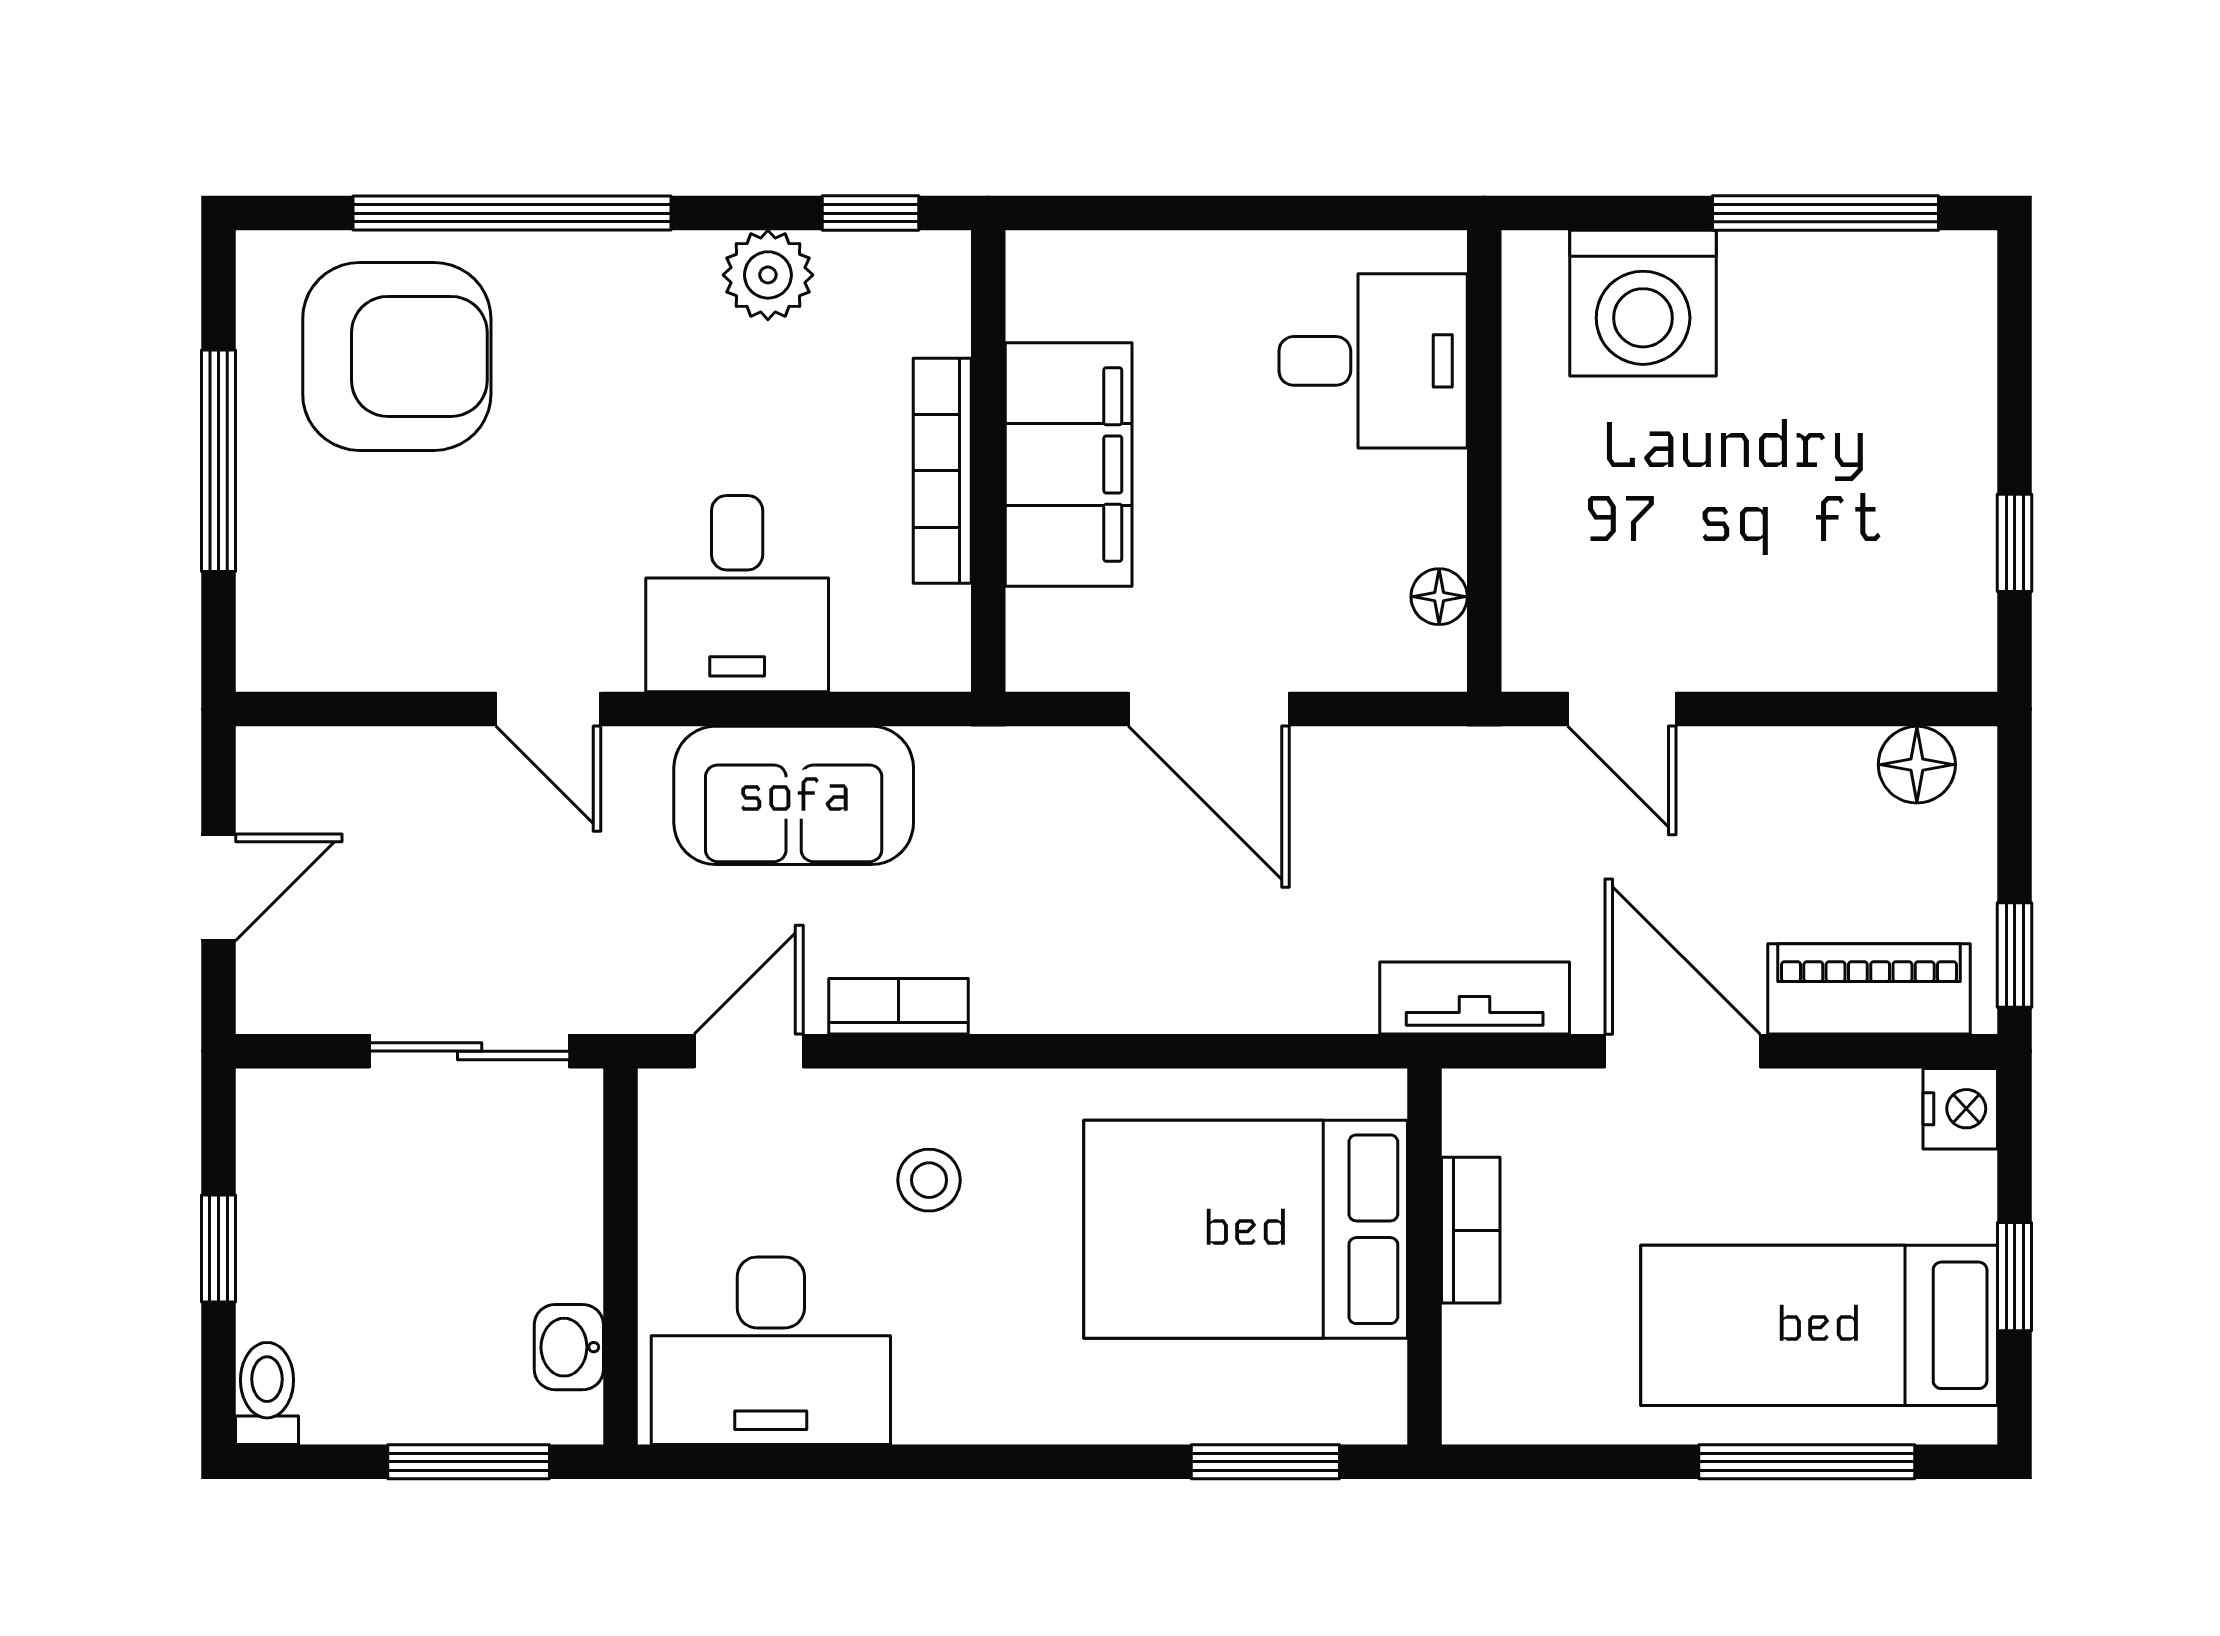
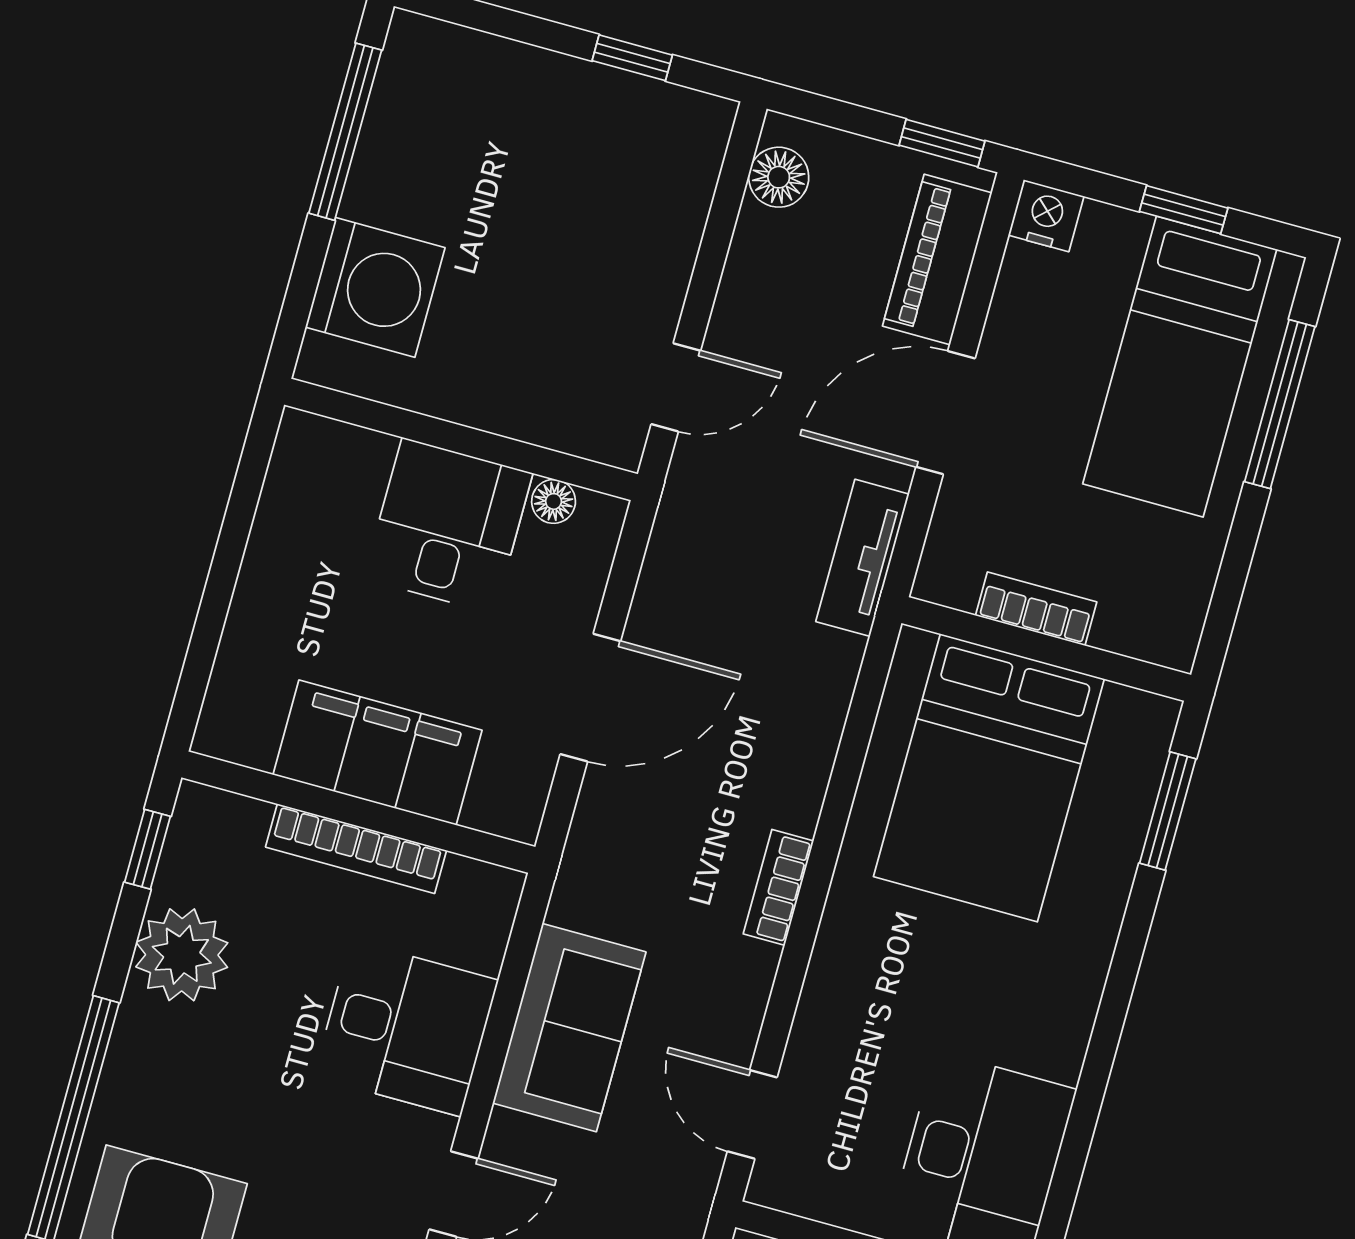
plant: (768, 275) -> (182, 955), width x1.36, depth x1.36
desk: (1373, 361) -> (448, 526), moved
bookcase: (899, 1006) -> (778, 887), moved
stool: (929, 1180) -> (886, 1005), removed

